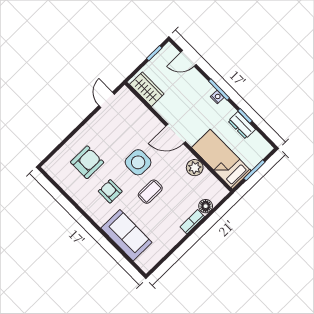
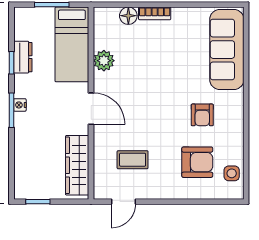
door: (188, 58) -> (12, 166), removed
wardrobe: (147, 89) -> (77, 165), width x1.50
armchair: (87, 162) -> (197, 162), turned 180
side table: (138, 162) -> (232, 173), moved, width x0.54, depth x0.54
coffee table: (150, 192) -> (133, 160), moved
sofa: (126, 235) -> (227, 50), width x1.36

